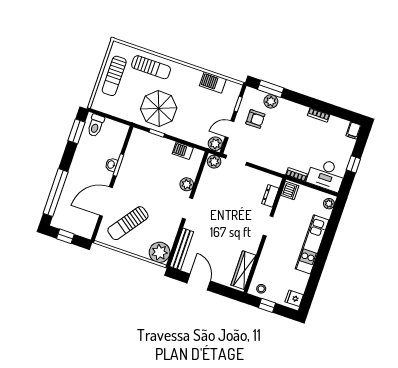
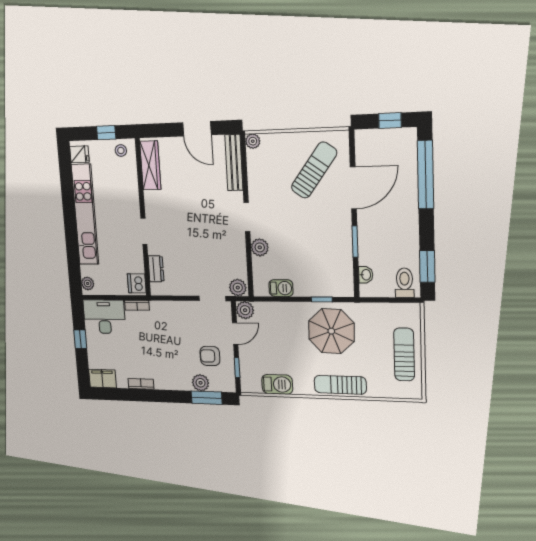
sun lounger: (151, 67) -> (340, 385), moved
filing cabinet: (354, 131) -> (102, 379), width x2.00
washbasin: (111, 165) -> (366, 275), moved
kitchen unit: (312, 244) -> (85, 215), width x1.36
plant: (160, 252) -> (253, 141), width x0.53, depth x0.53

